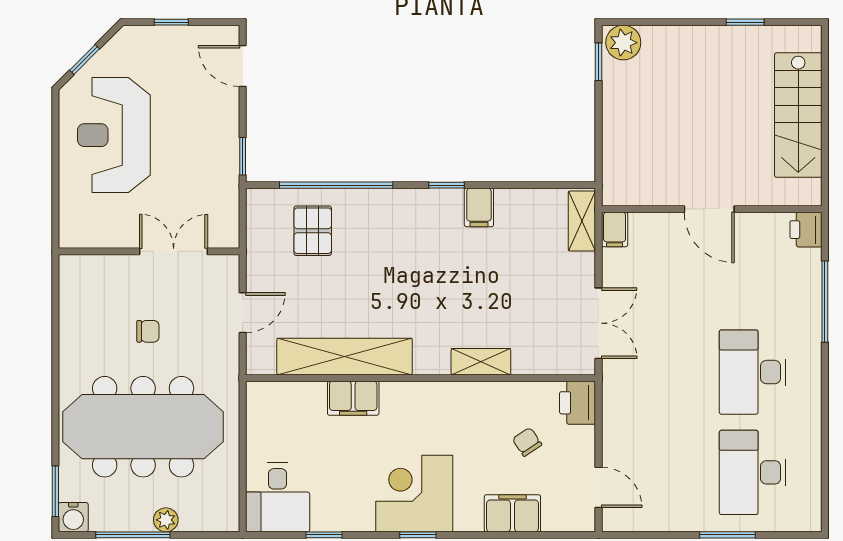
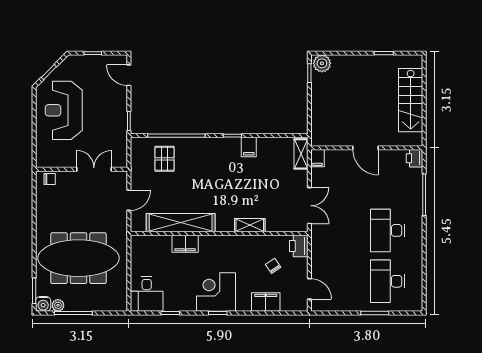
chair: (148, 331) -> (50, 179), moved
plant: (166, 520) -> (58, 305), moved

